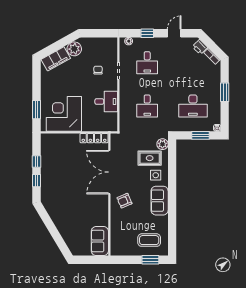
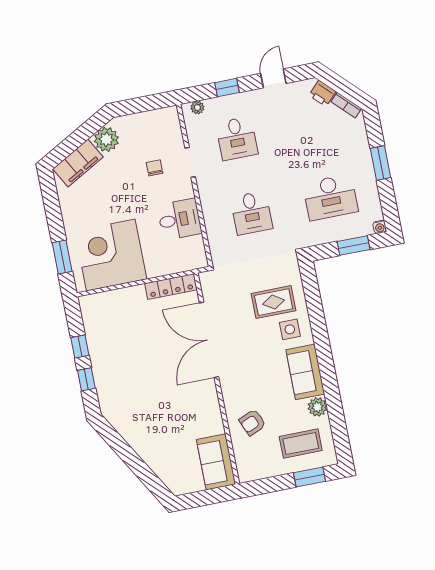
plant: (162, 144) -> (317, 407), moved
armchair: (124, 201) -> (252, 422), moved

